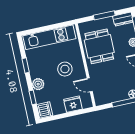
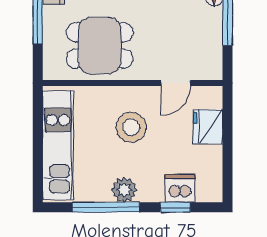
window: (26, 66) -> (106, 207), width x2.17
plant: (38, 84) -> (124, 190), moved
dishwasher: (45, 110) -> (180, 188), moved

